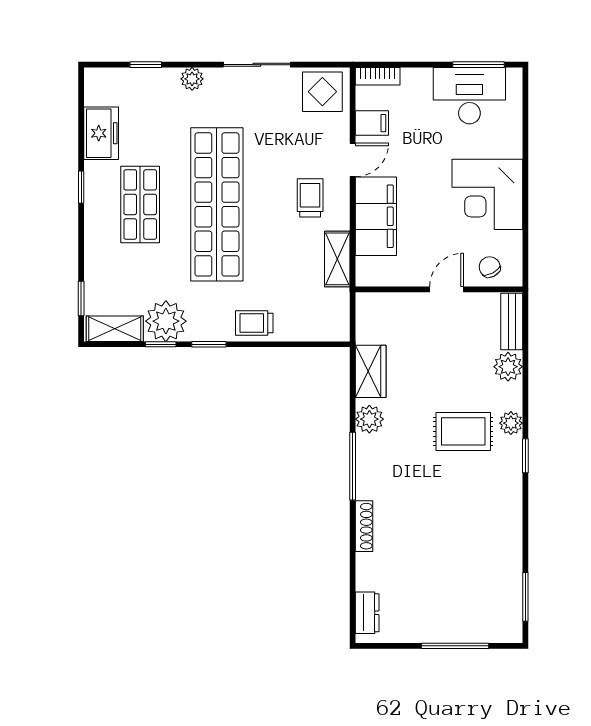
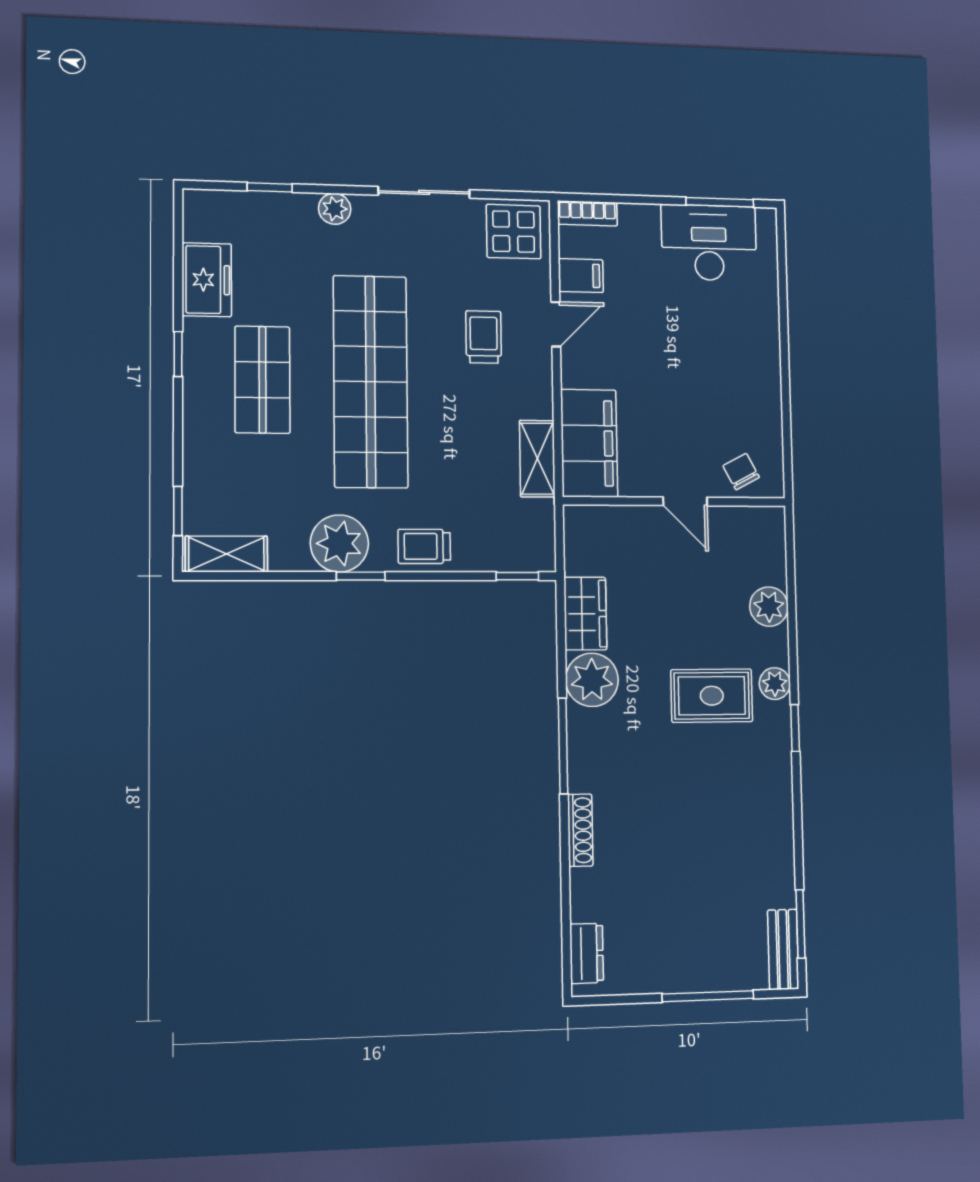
corner desk: (487, 194) -> (736, 374), removed
trolley: (310, 198) -> (484, 337), moved
filing cabinet: (376, 216) -> (589, 443), moved
door: (447, 289) -> (685, 501), swing flipped
plant: (166, 321) -> (339, 543), moved
bench: (512, 322) -> (783, 949), moved
window: (161, 344) -> (517, 576), moved
plant: (369, 419) -> (592, 680), width x1.36, depth x1.36

